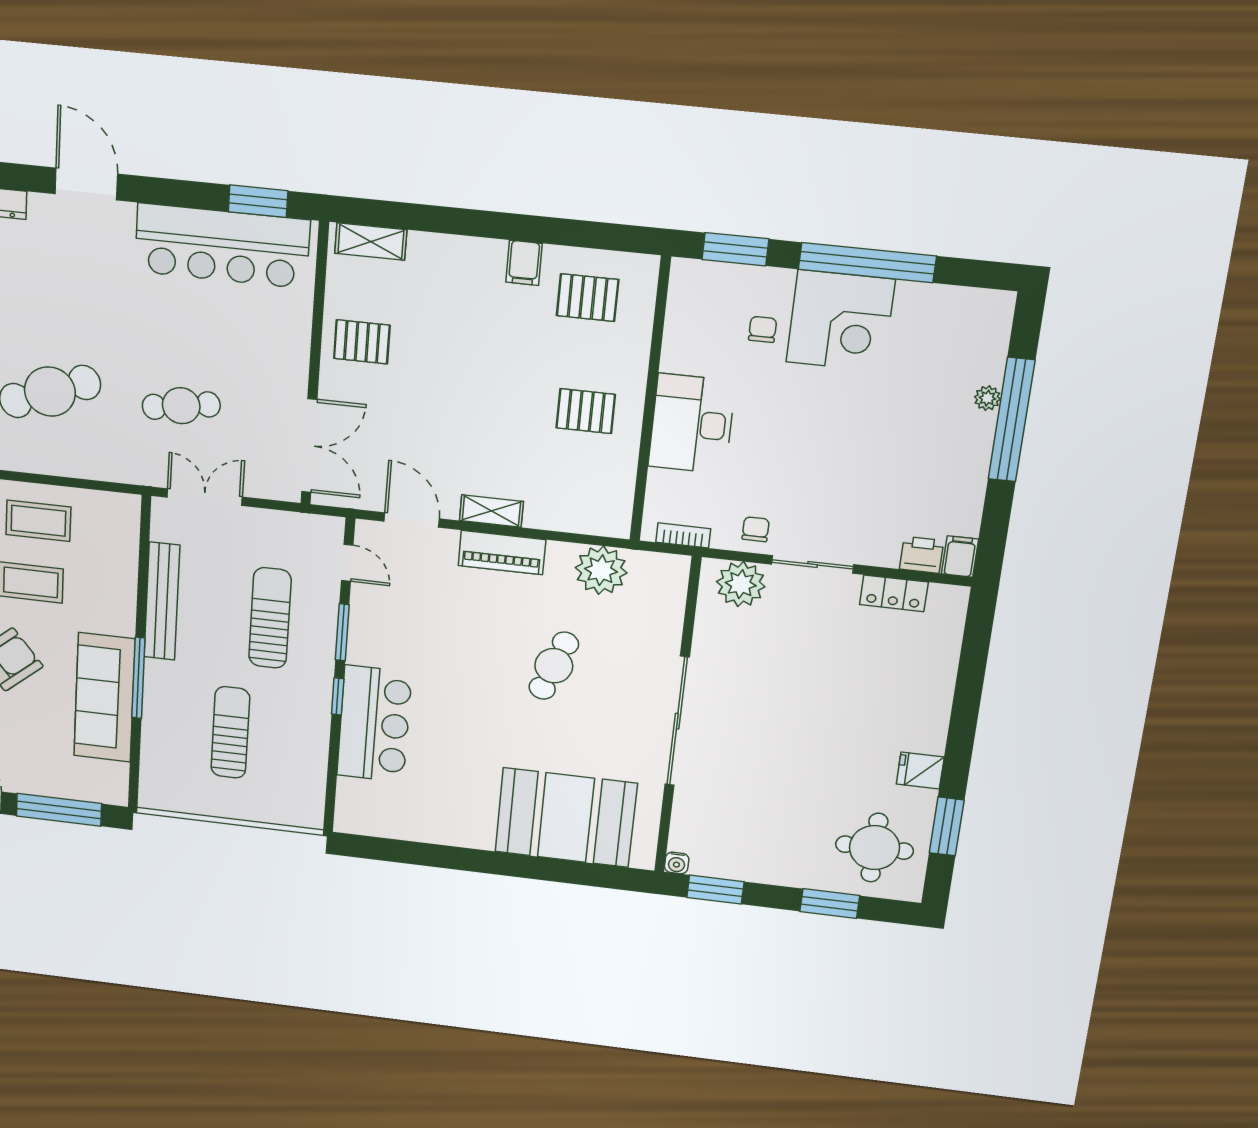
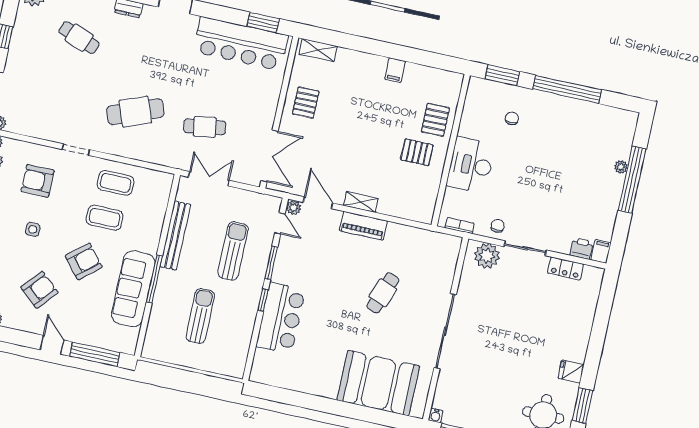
pallet: (588, 298) -> (435, 120), moved, turned 90
corner desk: (840, 321) -> (551, 118), removed
pallet: (362, 342) -> (306, 103), turned 90
plant: (601, 570) -> (294, 208), moved, width x0.53, depth x0.53

